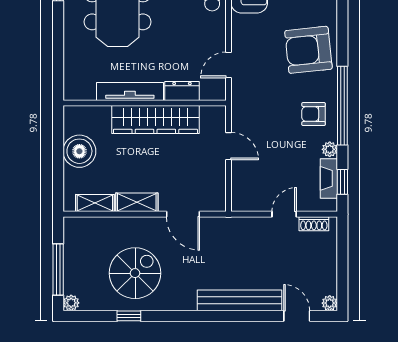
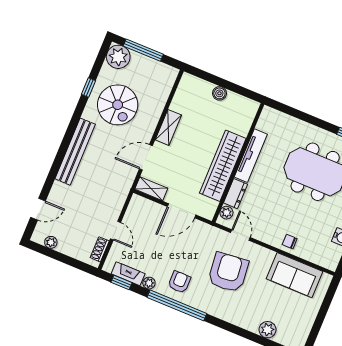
armchair: (308, 50) -> (228, 272), moved
plant: (209, 92) -> (226, 213), added
door: (229, 146) -> (182, 211), width x1.38
boiler: (79, 151) -> (219, 93), width x0.54, depth x0.54
shelving: (95, 203) -> (151, 189), moved, turned 90
bench: (240, 300) -> (75, 152), moved
plant: (71, 303) -> (118, 57), width x1.88, depth x1.88
plant: (330, 303) -> (51, 242), moved

